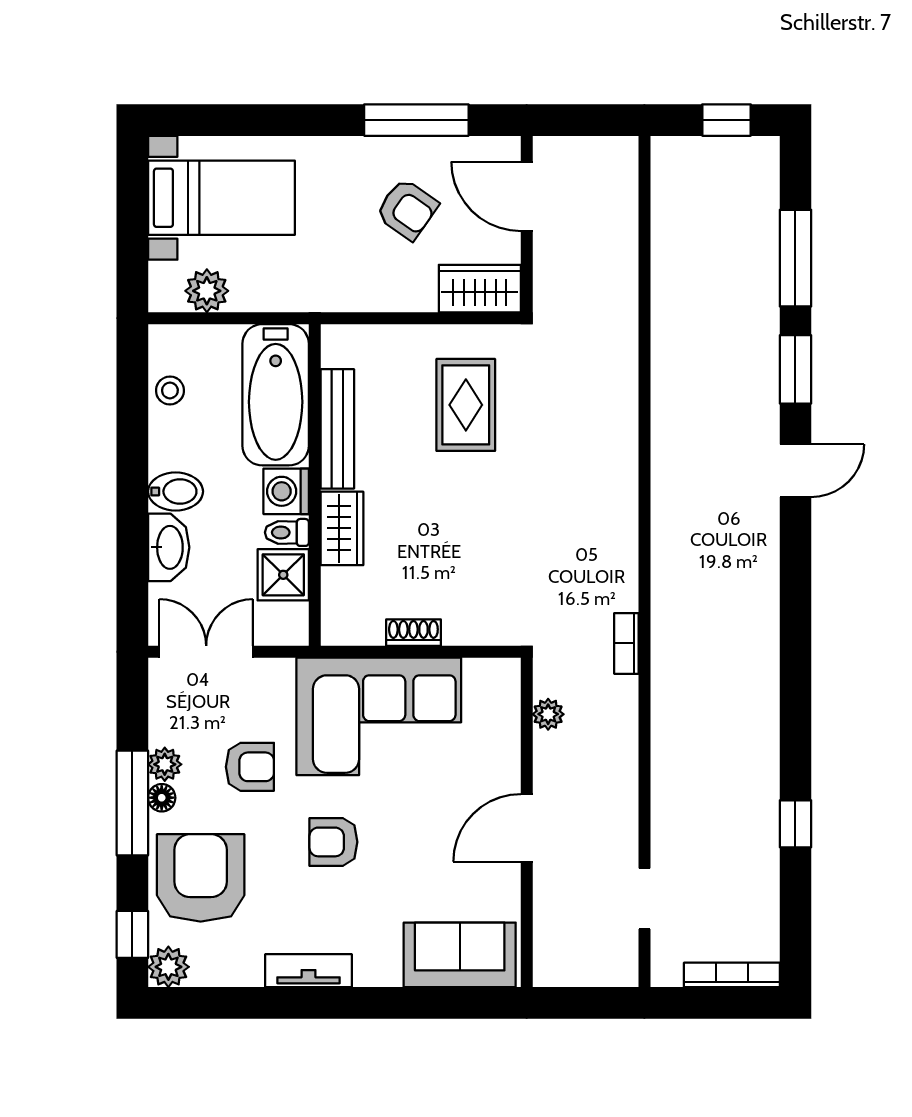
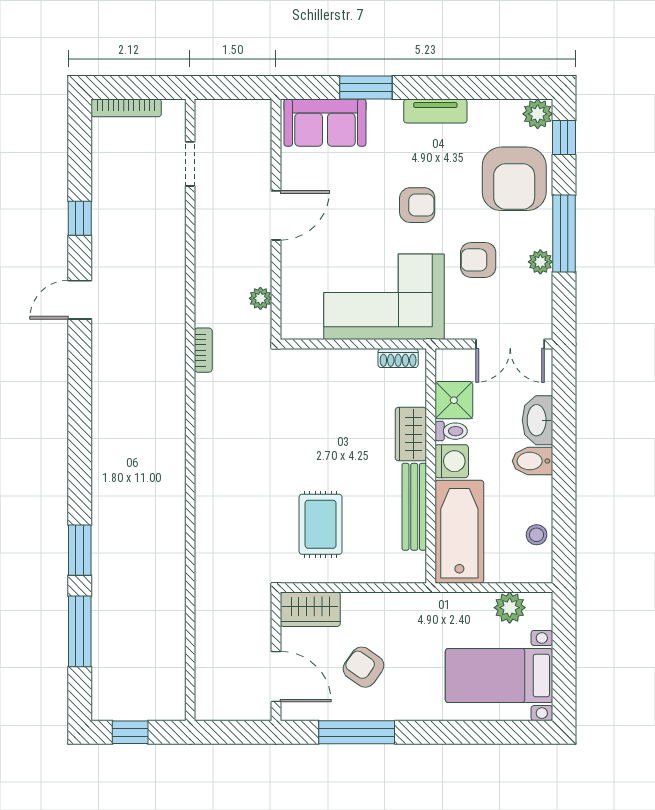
door: (795, 471) -> (80, 300), moved
shoe rack: (413, 633) -> (398, 358), moved
floor lamp: (162, 798) -> (543, 237), removed
window: (404, 1003) -> (366, 88), added

